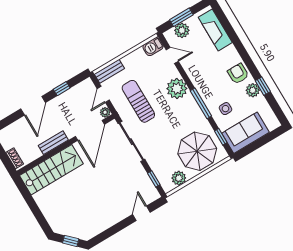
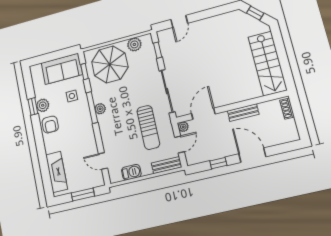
plant: (182, 30) -> (86, 182), removed
barbecue: (153, 47) -> (131, 172), moved
plant: (177, 88) -> (100, 109), moved, width x0.53, depth x0.53
door: (33, 106) -> (252, 155), hinge flipped
door: (90, 130) -> (203, 114), width x0.73
stairs: (51, 170) -> (267, 63), moved, turned -90

